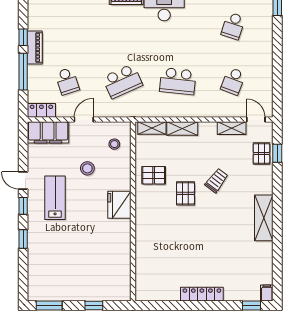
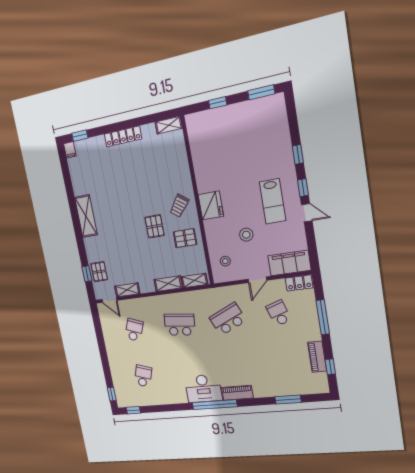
window: (23, 37) -> (330, 367), moved
piano: (35, 47) -> (317, 357), moved
trolley: (217, 180) -> (179, 206), moved
shelving: (149, 295) -> (169, 125), added

